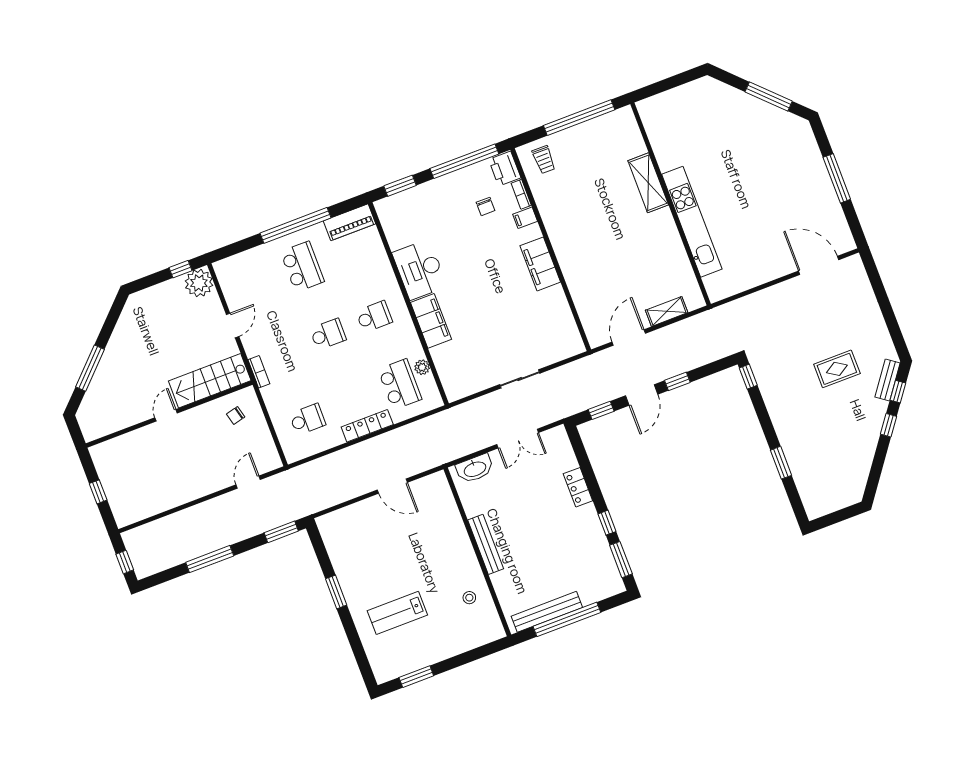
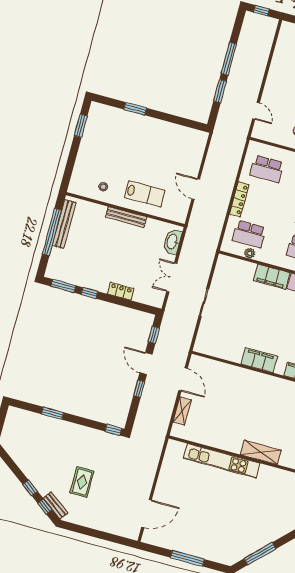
school desk: (307, 419) -> (267, 169), width x1.85
door: (392, 486) -> (196, 189), hinge flipped
window: (281, 532) -> (220, 91), moved
window: (336, 592) -> (135, 109), moved
lab bench: (397, 613) -> (145, 194), moved, turned 90

